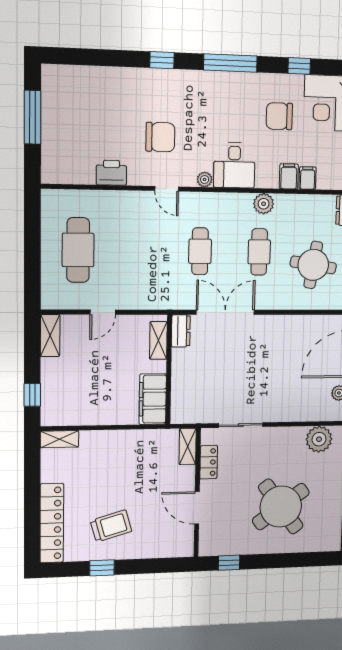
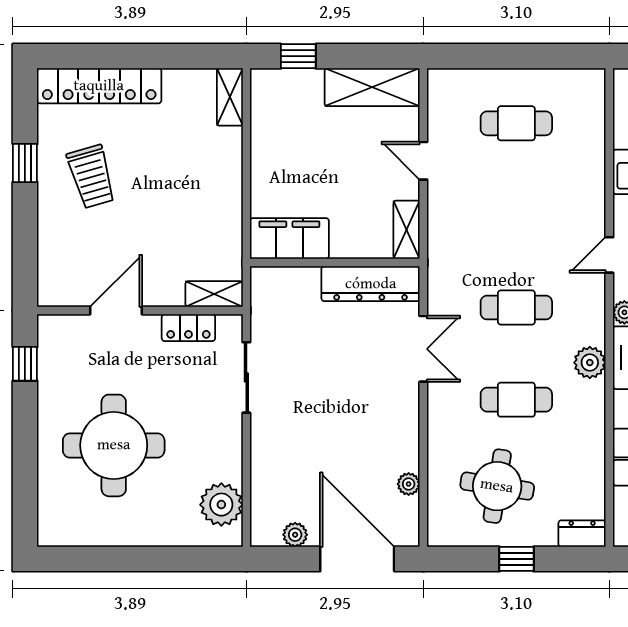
plant: (264, 204) -> (590, 363), moved
cafe table: (78, 250) -> (516, 123), width x0.73, depth x0.74
double door: (225, 312) -> (423, 349), width x0.73
plant: (310, 322) -> (409, 484), added
dresser: (181, 331) -> (371, 284), width x1.96, depth x1.24
shelving: (50, 336) -> (372, 87), width x1.50, depth x1.33
shelving: (158, 340) -> (407, 230), moved, turned 90
round table: (281, 507) -> (114, 445), turned 36

